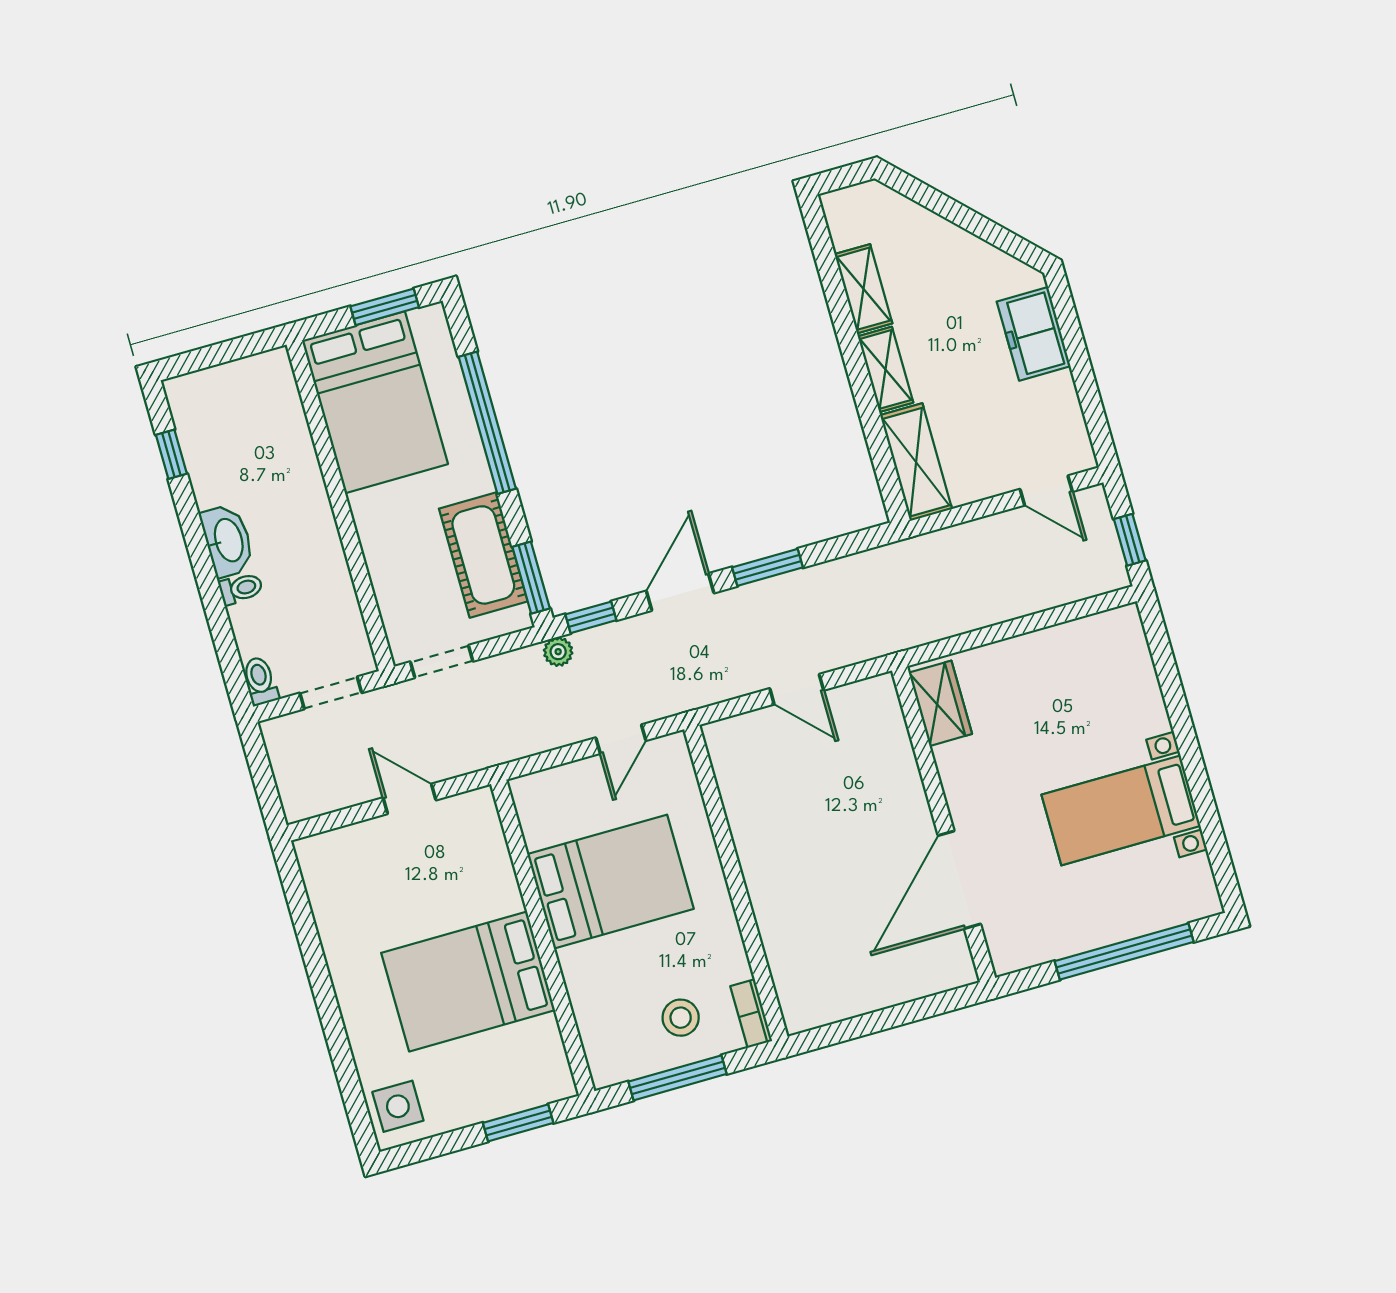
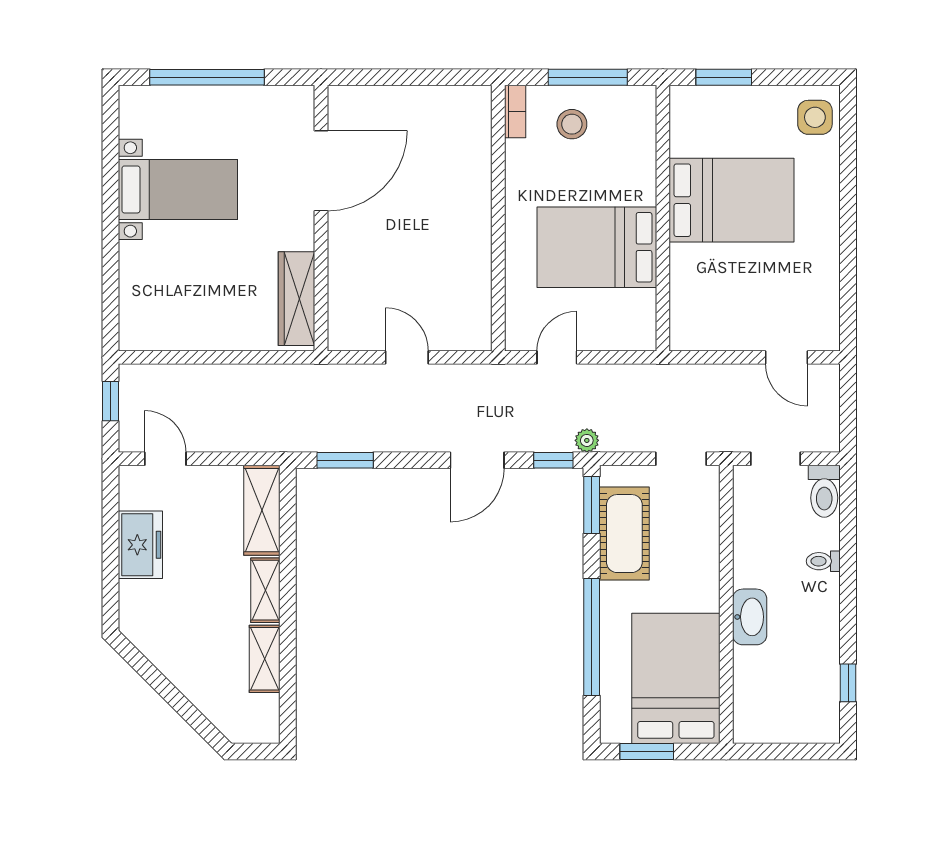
freezer: (1034, 334) -> (140, 545), moved
washbasin: (228, 540) -> (750, 617), moved, turned 180
window: (767, 567) -> (345, 460), moved
toilet: (260, 681) -> (824, 491), width x1.37, depth x1.39
wardrobe: (940, 703) -> (297, 299), width x1.50
door: (410, 799) -> (786, 357), moved

